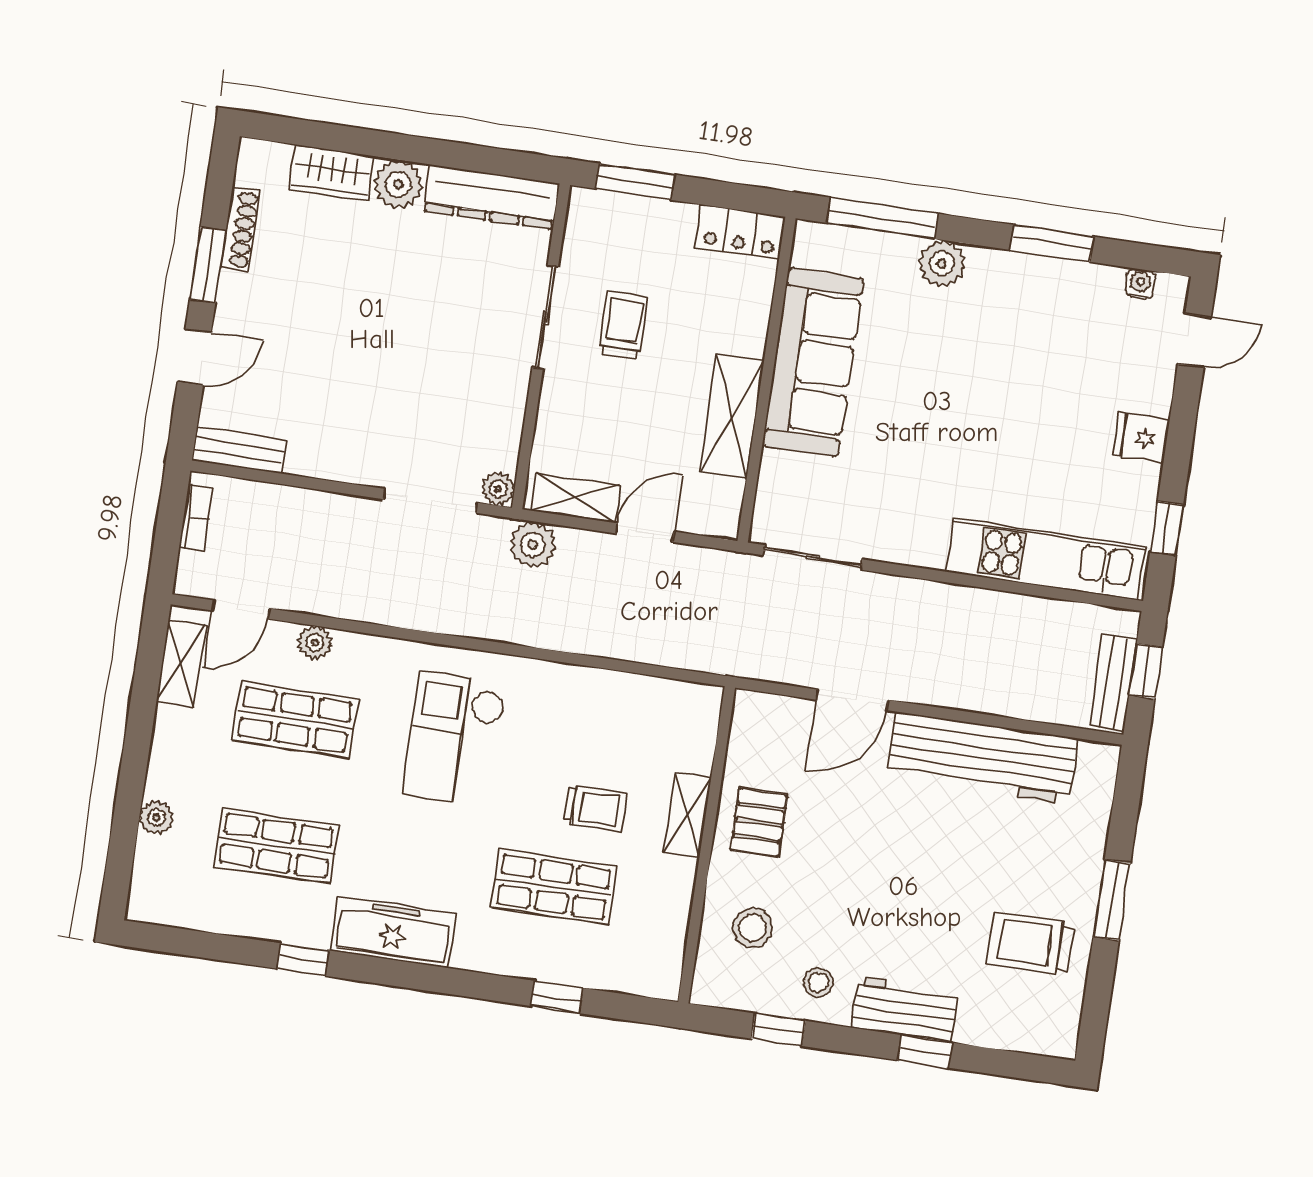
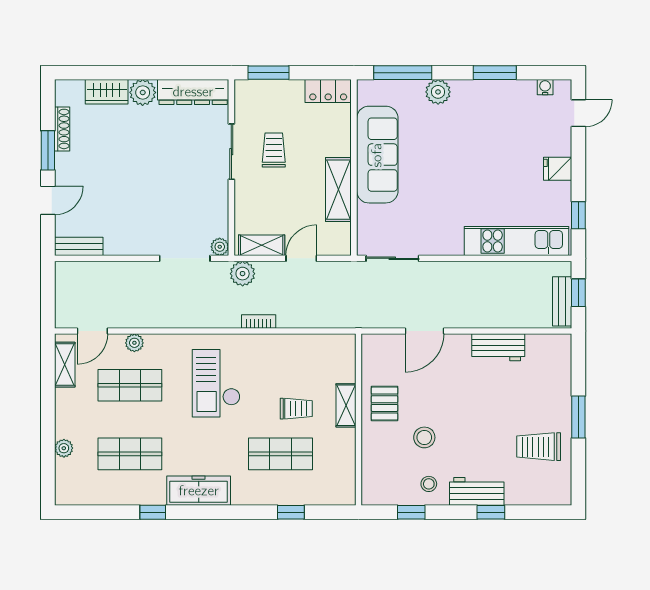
bookcase: (196, 518) -> (259, 321), moved, turned -90
workbench: (982, 758) -> (498, 347), width x0.53, depth x0.76
stool: (753, 928) -> (424, 437), moved

